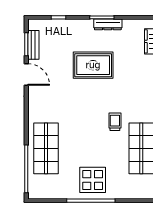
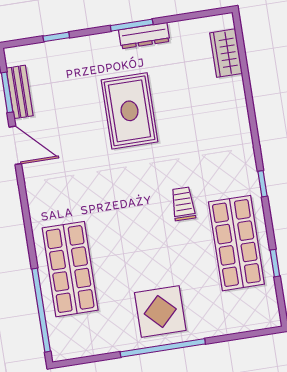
rug: (93, 65) -> (129, 111), turned 90

